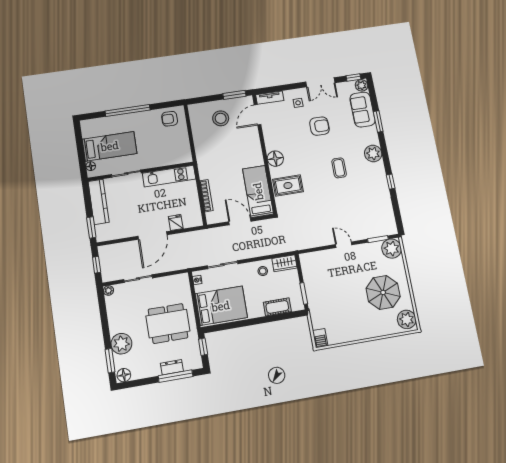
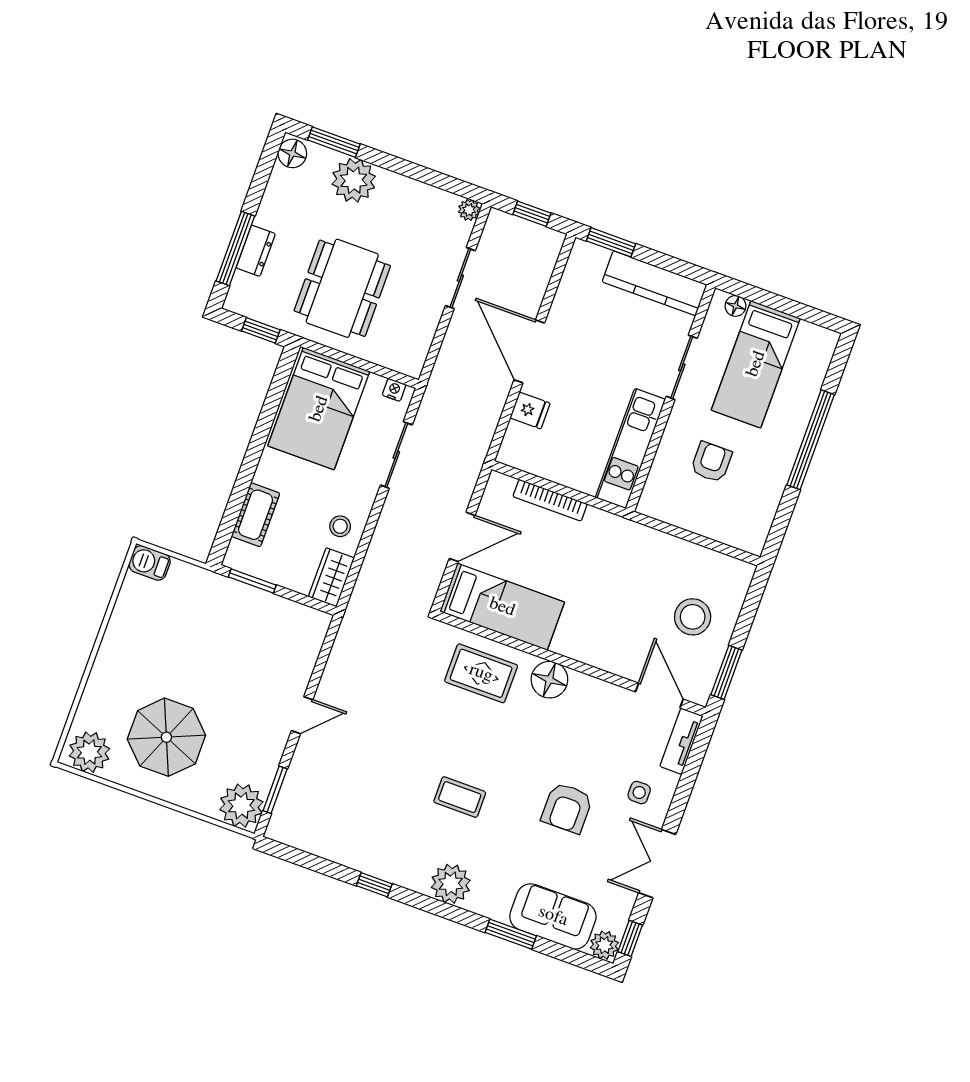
armchair: (170, 119) -> (711, 462), moved
rug: (288, 185) -> (481, 673), turned 90

